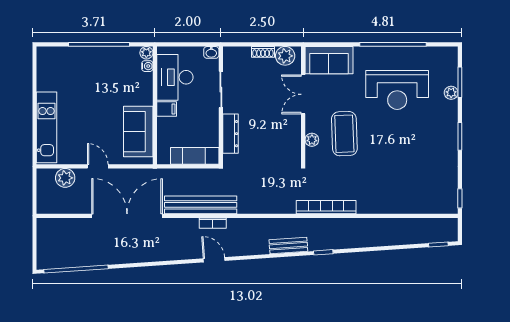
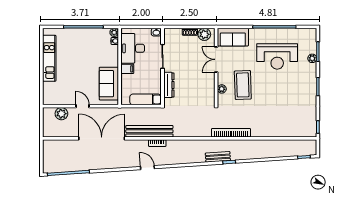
kitchen unit: (46, 127) -> (49, 58), moved
bench: (288, 246) -> (218, 157), moved
door: (214, 260) -> (147, 168), moved

